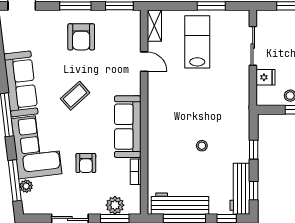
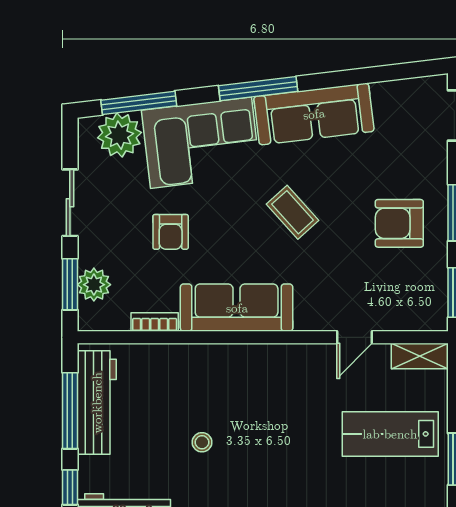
lab bench: (197, 42) -> (390, 434), turned 180
armchair: (86, 163) -> (171, 232), turned -90
plant: (26, 186) -> (119, 135), width x1.87, depth x1.87

